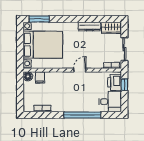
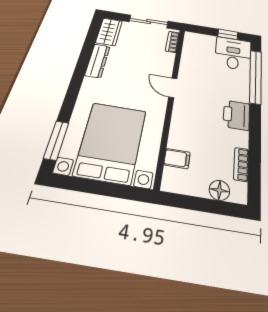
floor lamp: (28, 76) -> (219, 190), moved
printer: (115, 82) -> (237, 115), moved, turned 90
window: (124, 85) -> (228, 34), moved
window: (82, 115) -> (256, 76), moved

